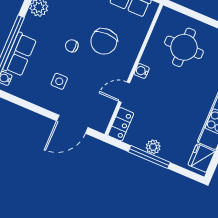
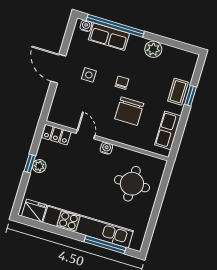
chair: (104, 41) -> (129, 111), turned -90
door: (72, 124) -> (58, 69), moved
window: (149, 157) -> (30, 164), width x0.46

